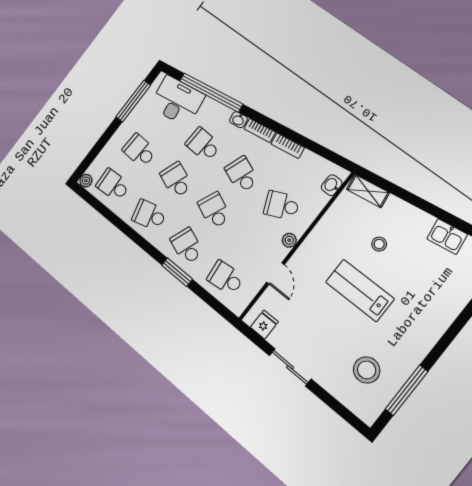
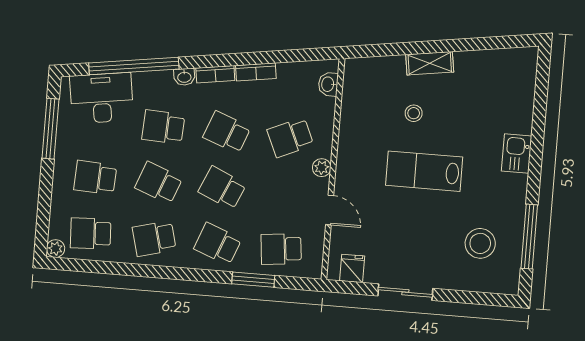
shelving: (368, 191) -> (430, 63), moved
kitchen sink: (447, 237) -> (517, 154), moved, turned 98
window: (177, 272) -> (253, 280), moved

